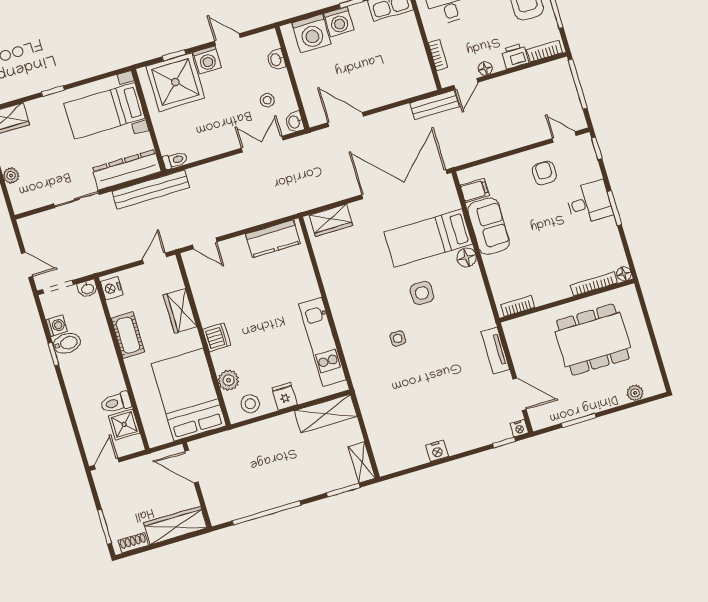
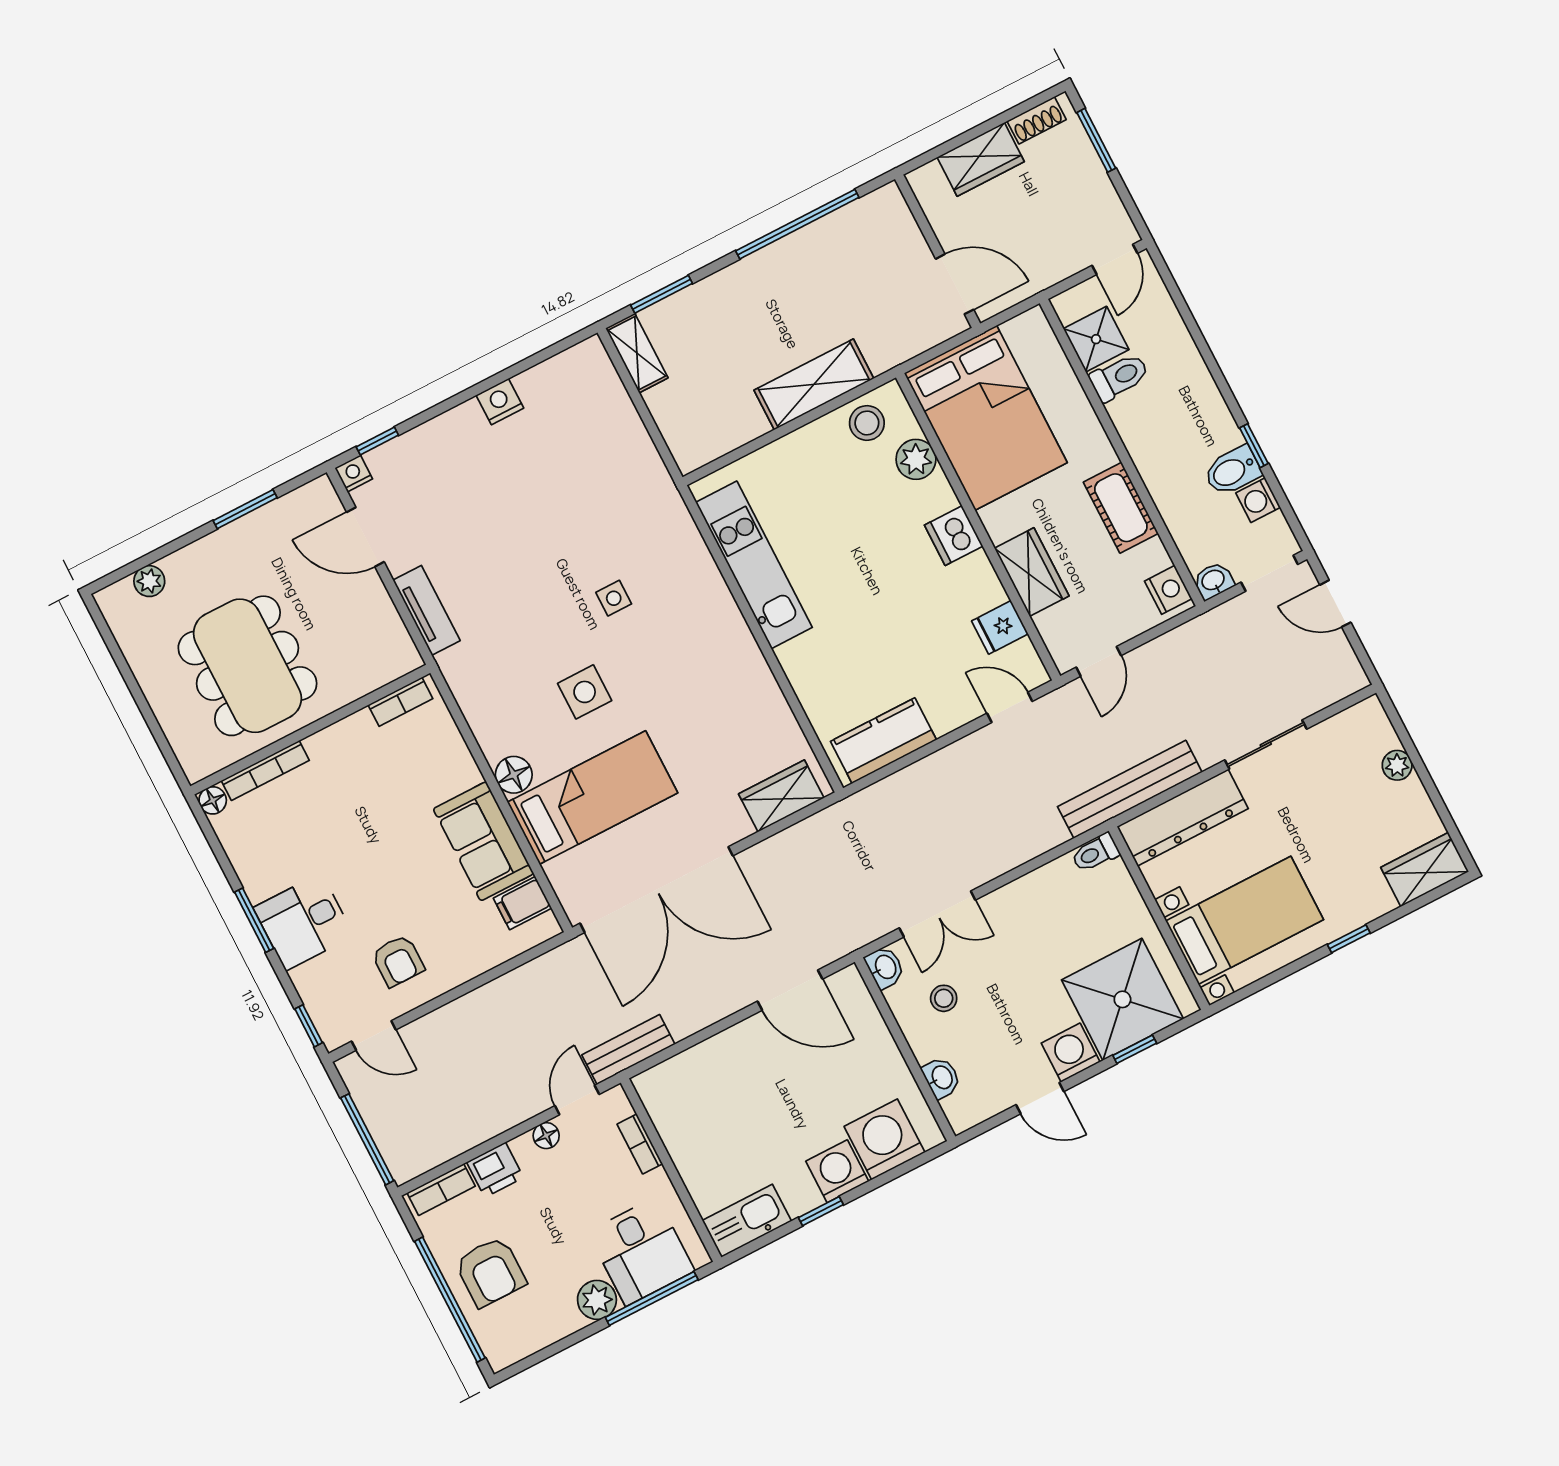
dining table: (593, 340) -> (247, 666), turned 90
fridge: (285, 396) -> (1000, 627), moved, turned 90
shelving: (326, 413) -> (814, 384), moved
wardrobe: (175, 525) -> (981, 159), width x0.67

